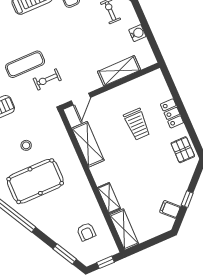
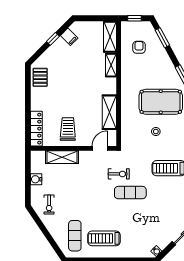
locker: (172, 113) -> (36, 129), moved, width x1.53
trolley: (137, 124) -> (68, 129), moved

